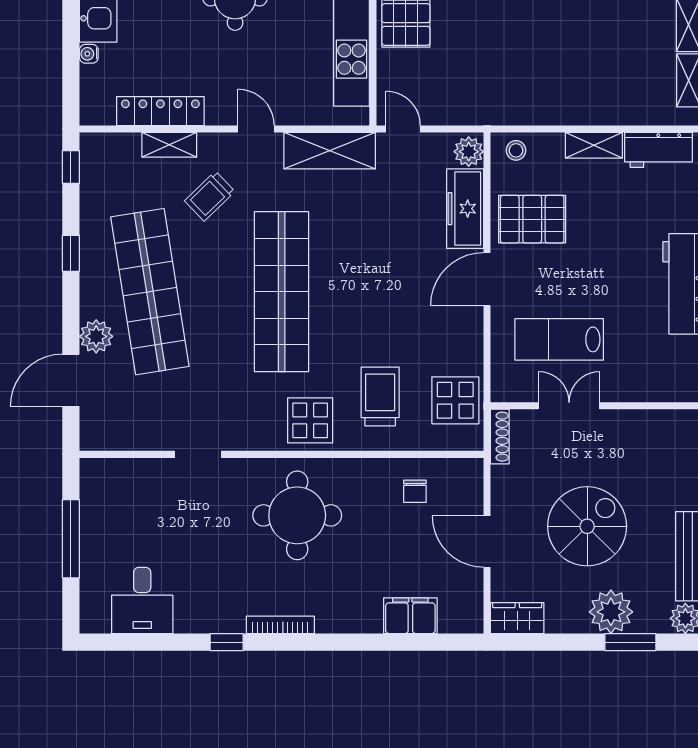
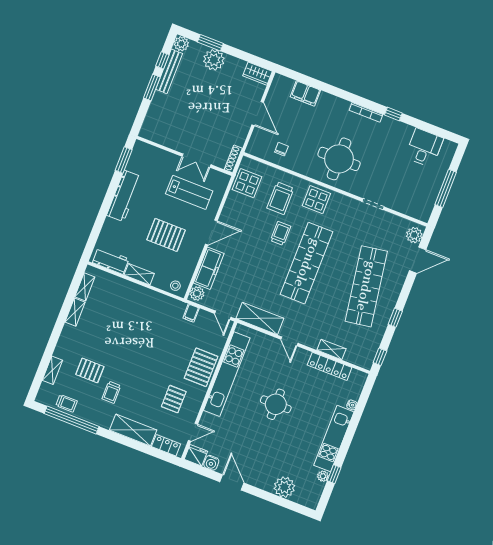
filing cabinet: (465, 110) -> (191, 313), added
trolley: (210, 196) -> (281, 233), moved, turned -46
pallet: (532, 219) -> (166, 235), moved
plant: (96, 336) -> (414, 235), moved
spiral stairs: (587, 526) -> (210, 103), removed

